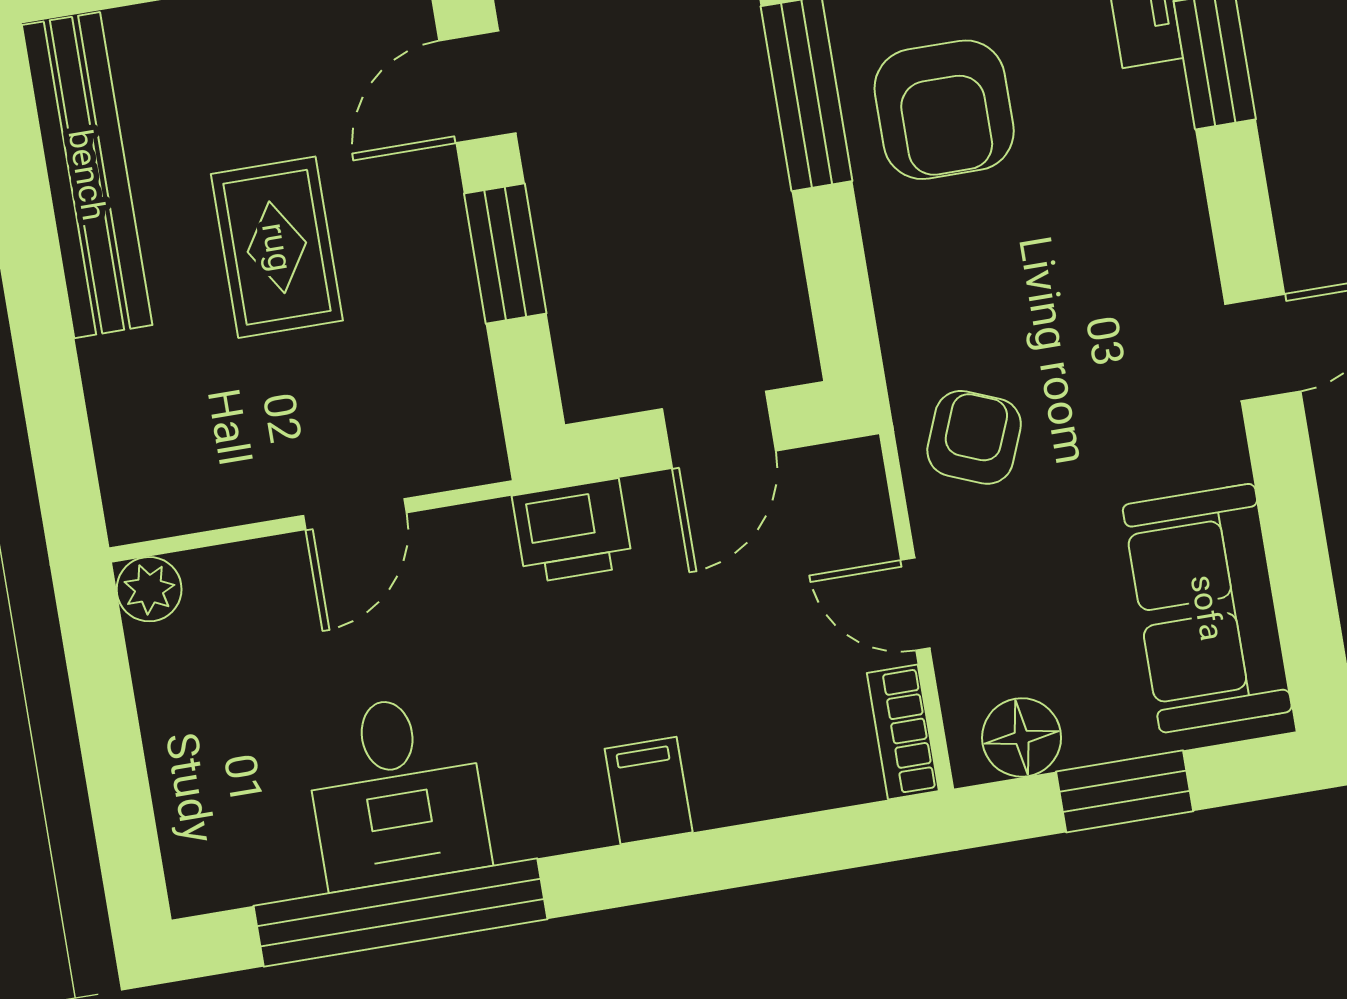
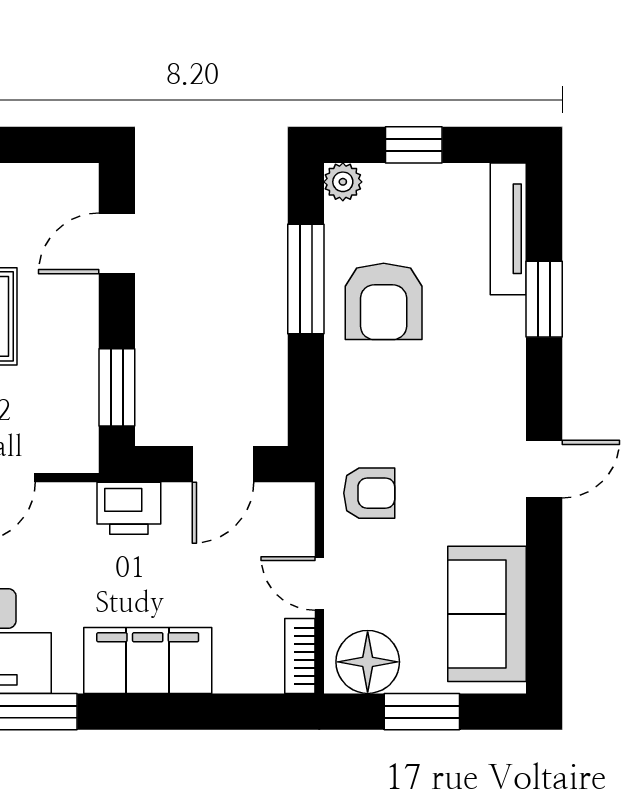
window: (505, 254) -> (117, 387), moved
armchair: (974, 437) -> (369, 493), turned 68
floor lamp: (1022, 737) -> (368, 662), width x1.38, depth x1.38
filing cabinet: (649, 791) -> (148, 660), width x3.00, depth x1.17

